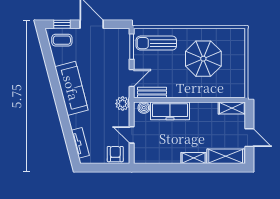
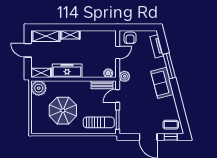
sofa: (71, 88) -> (162, 83), width x0.73
plant: (235, 88) -> (39, 88), added
freezer: (170, 111) -> (67, 71), moved
window: (64, 117) -> (169, 66), added
door: (132, 135) -> (118, 52), hinge flipped

